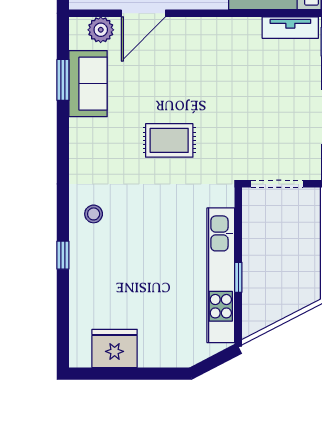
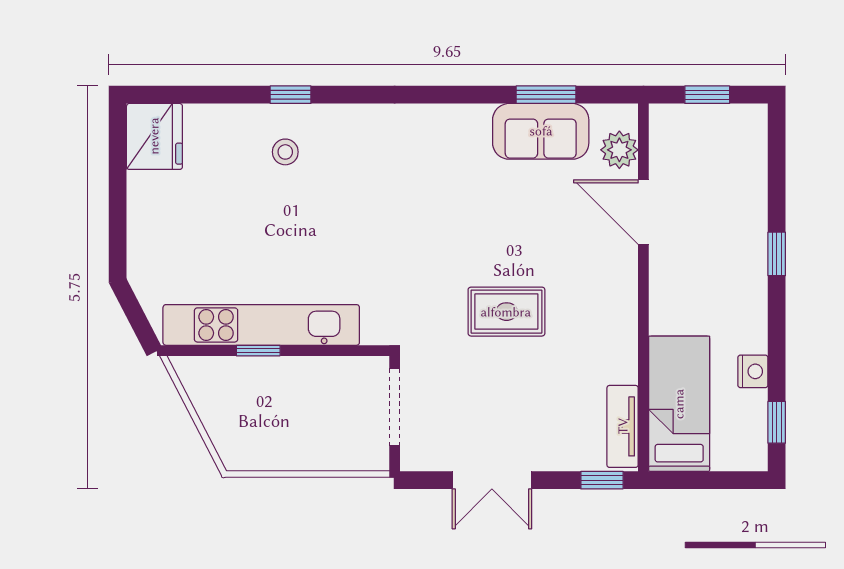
rug: (169, 140) -> (506, 312), moved, turned 90
stool: (94, 214) -> (285, 152), moved
fridge: (115, 348) -> (154, 136), moved

